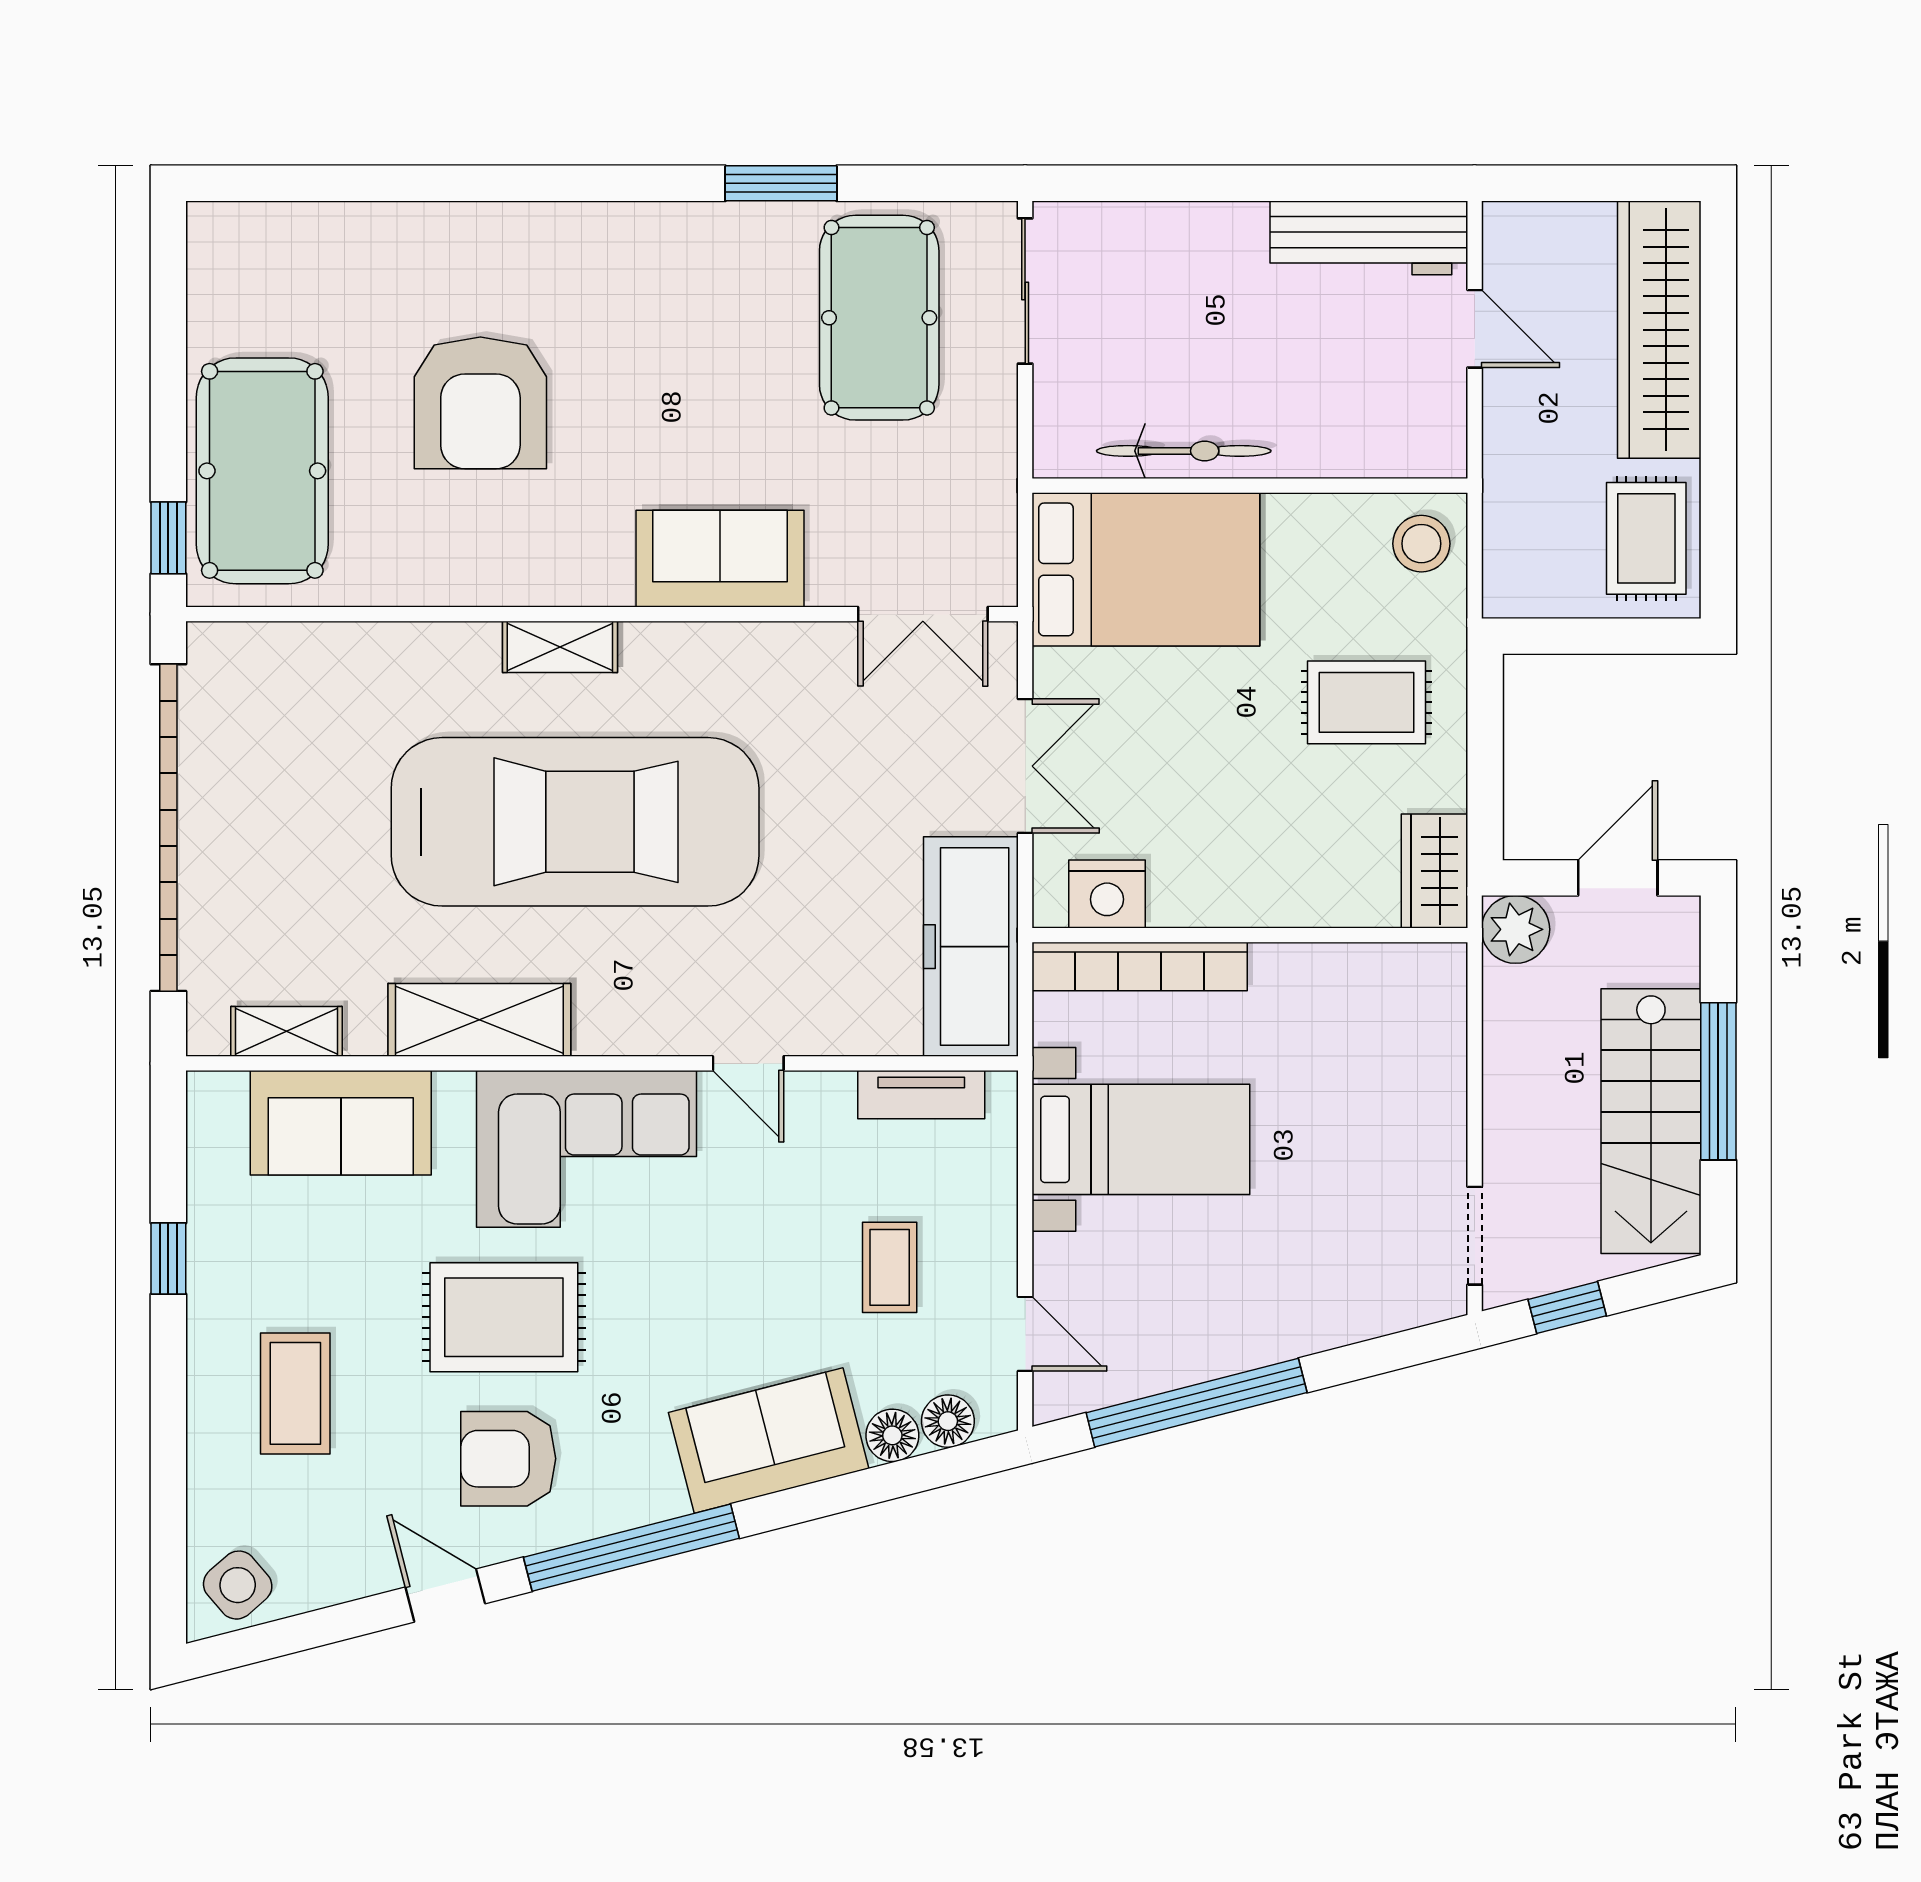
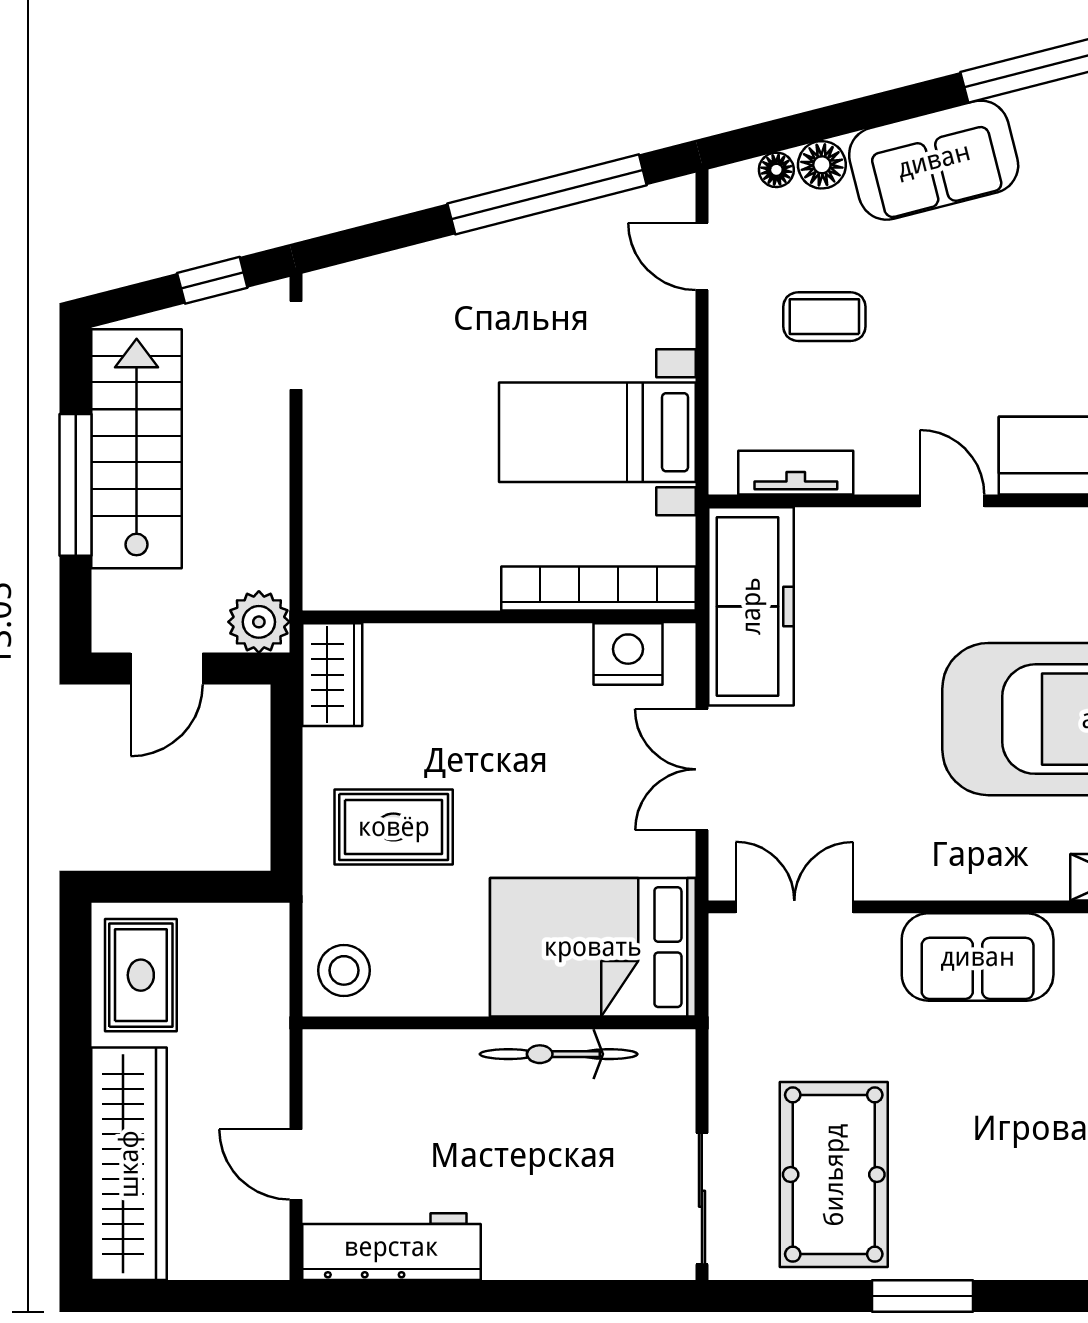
coffee table: (890, 1267) -> (824, 317), turned 90
floor lamp: (948, 1421) -> (776, 170), width x0.73, depth x0.73

